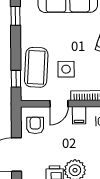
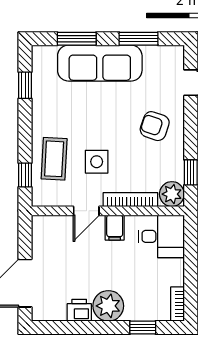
coffee table: (36, 67) -> (54, 159), width x0.73, depth x0.76
armchair: (35, 125) -> (52, 242), removed

